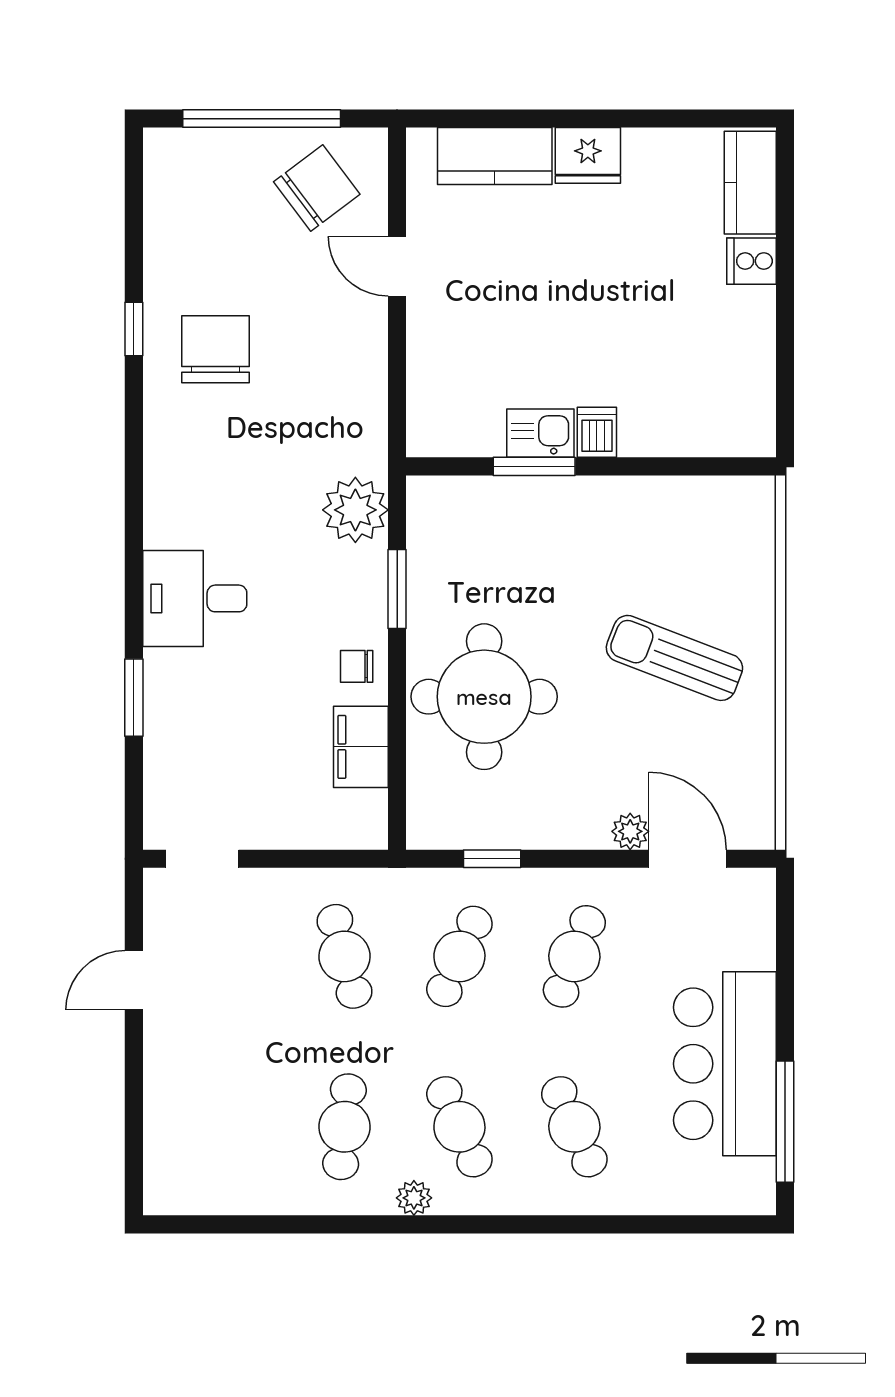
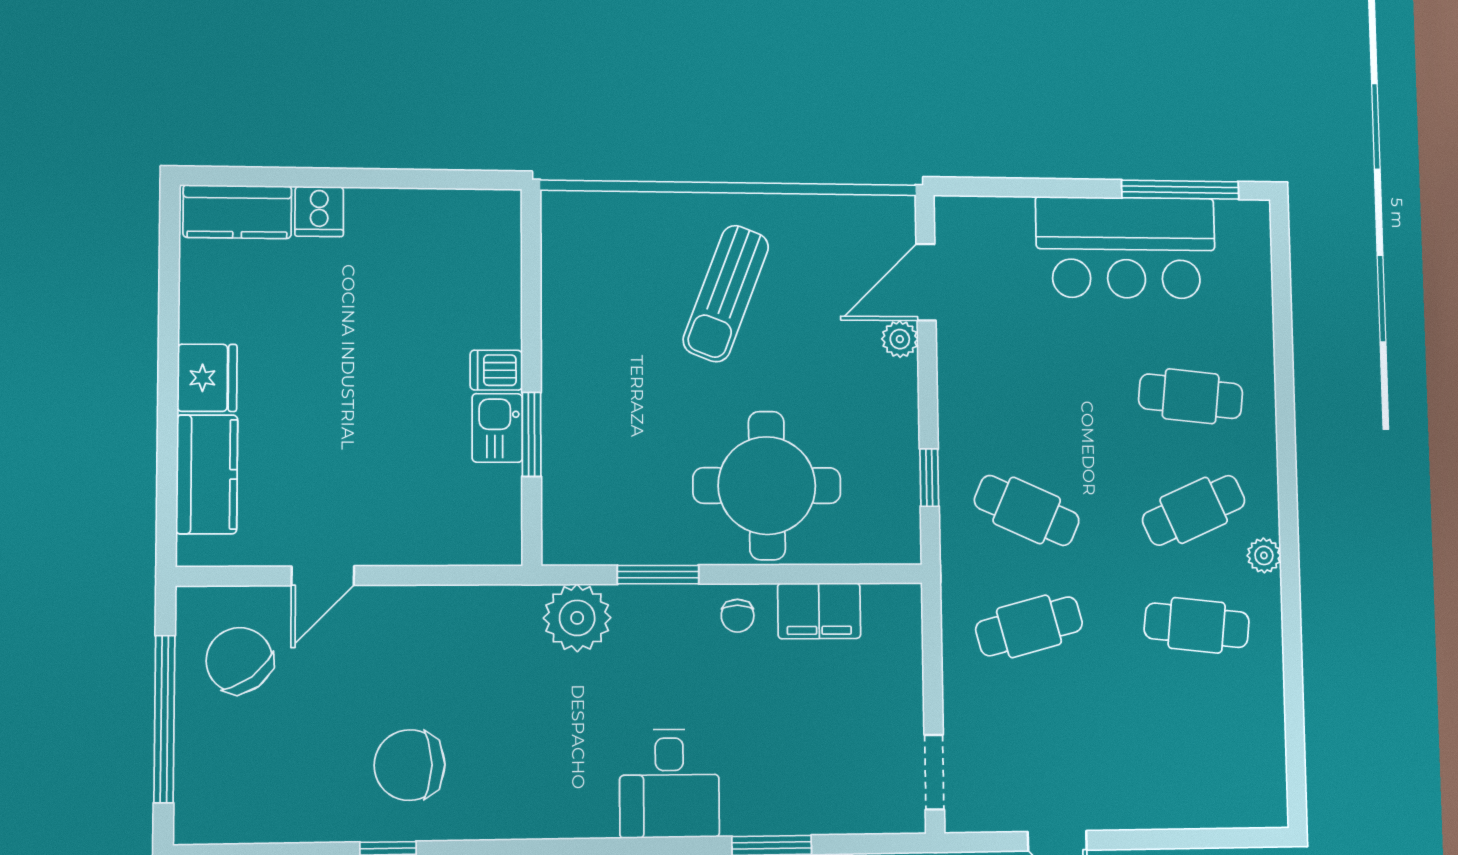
cafe table: (574, 956) -> (1024, 395), removed
cafe table: (574, 1127) -> (1191, 396), turned 30

